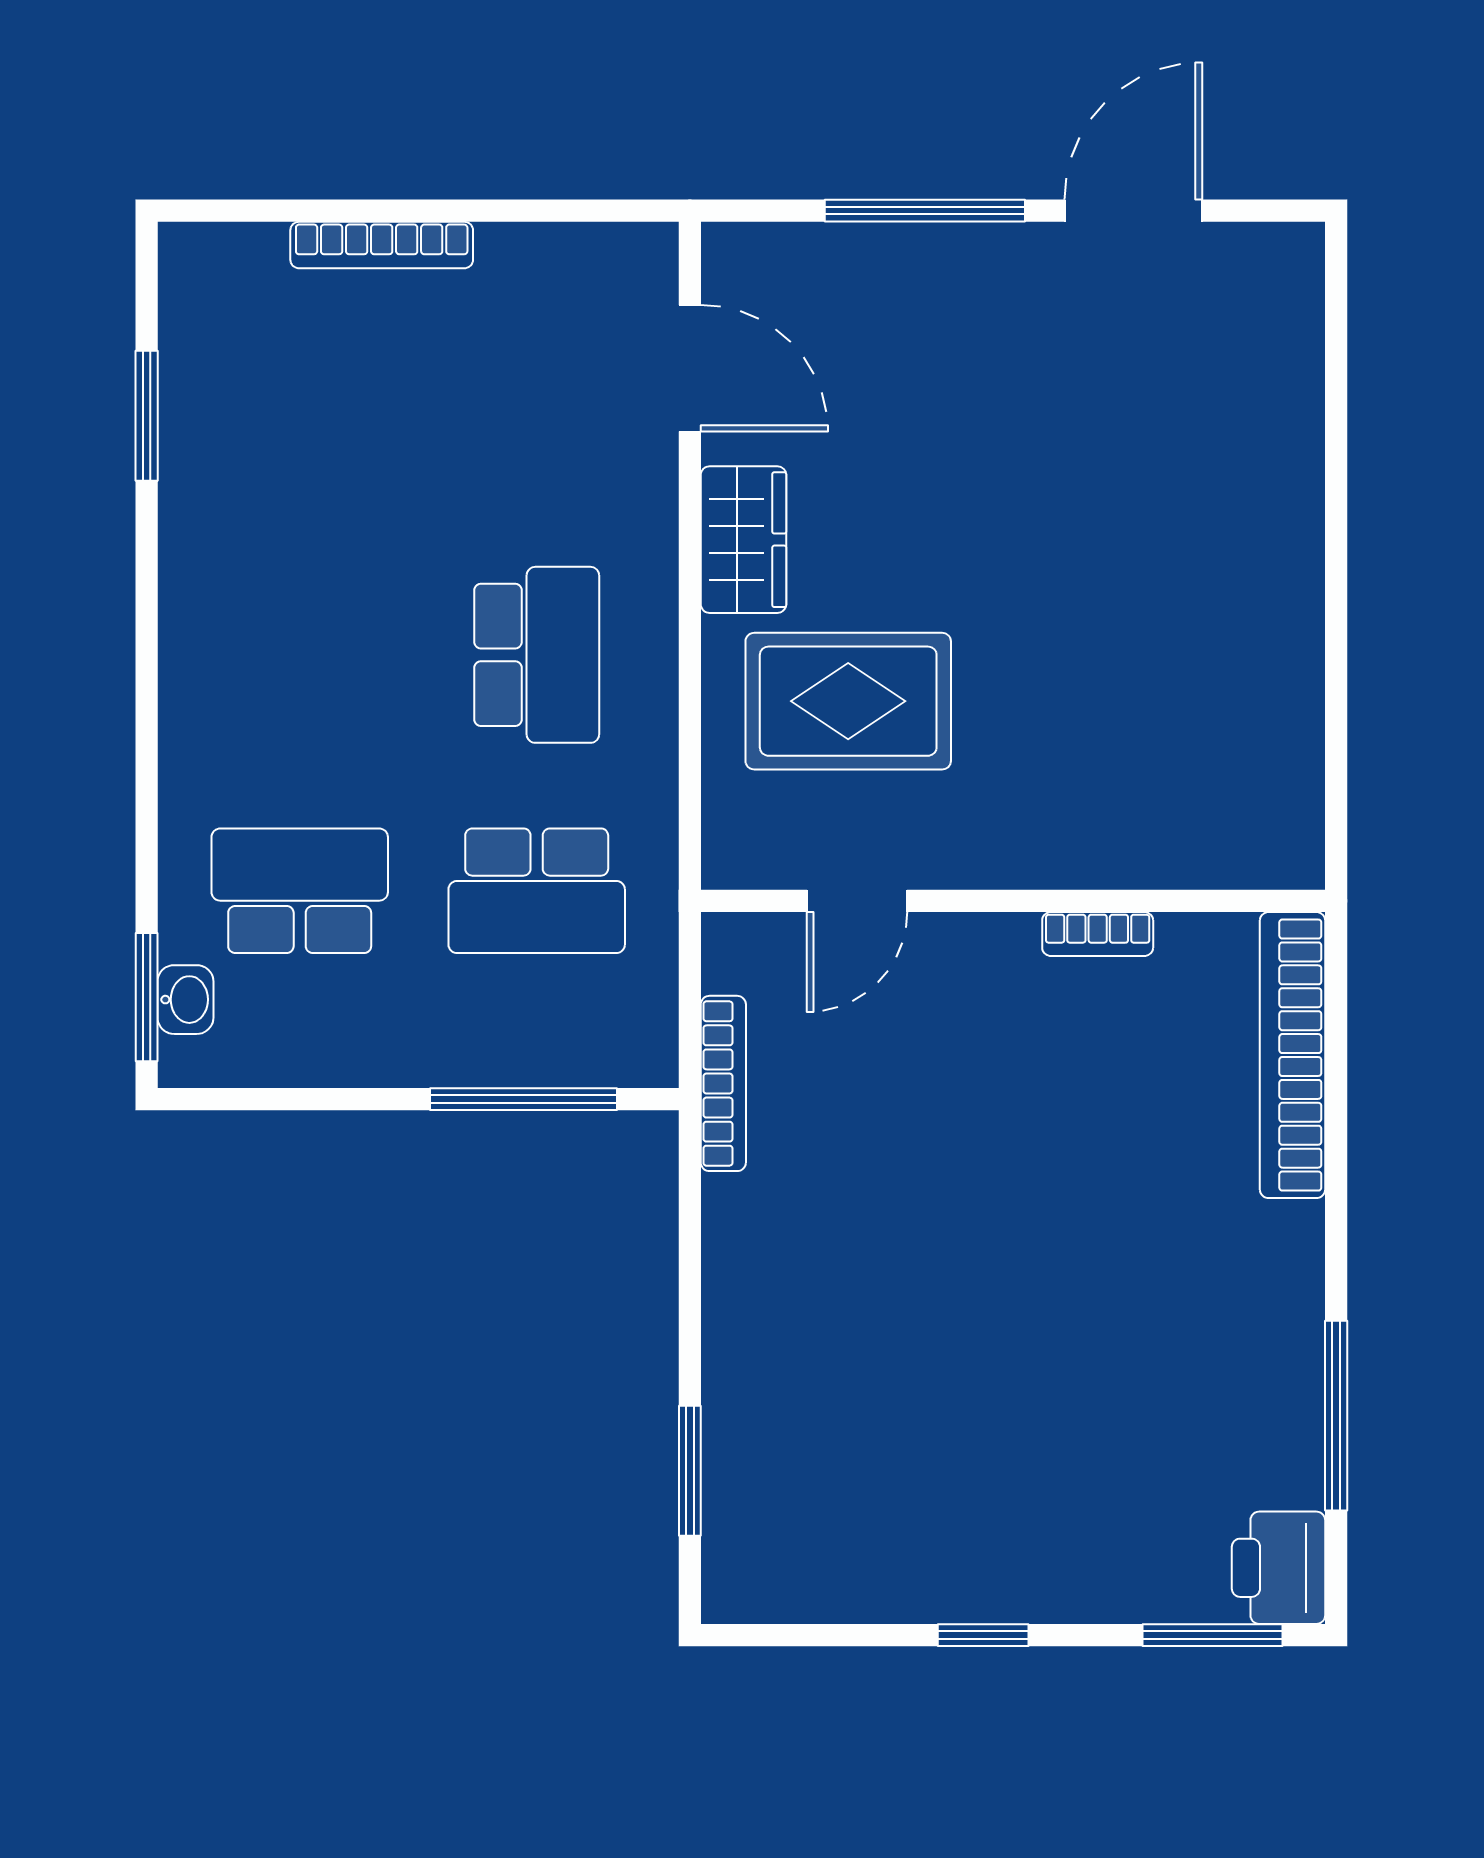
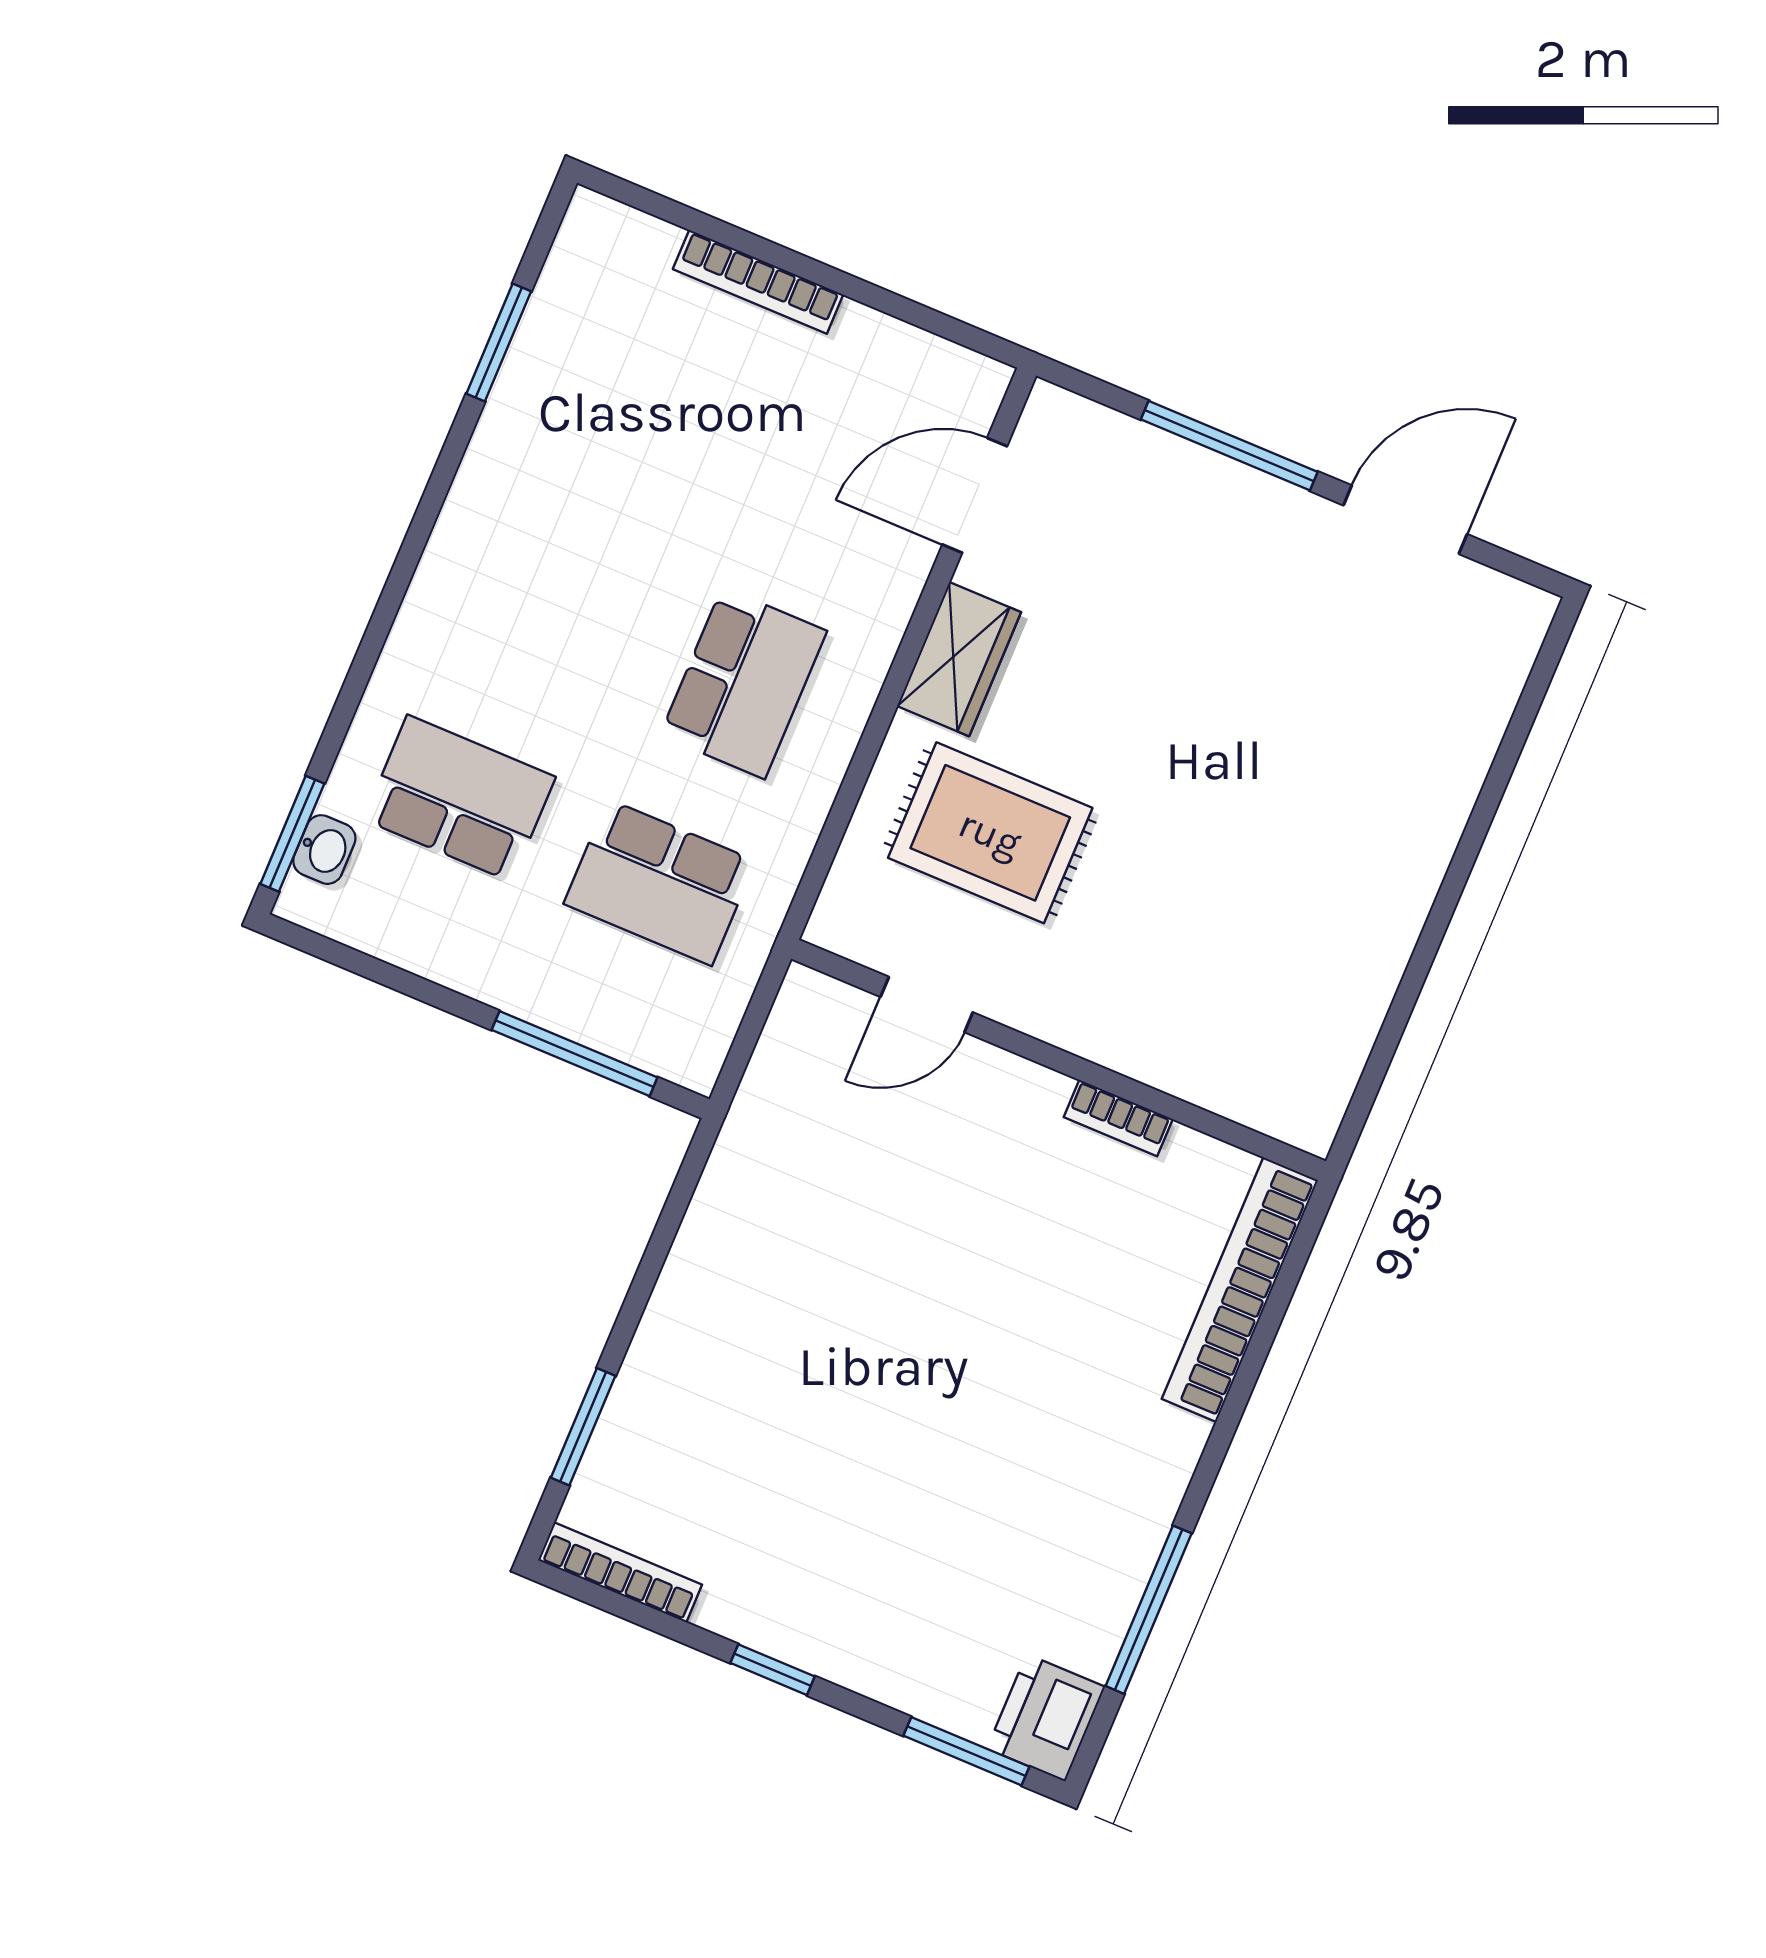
door: (690, 368) -> (975, 495), swing flipped
bookcase: (723, 1083) -> (620, 1572), moved, turned -90

